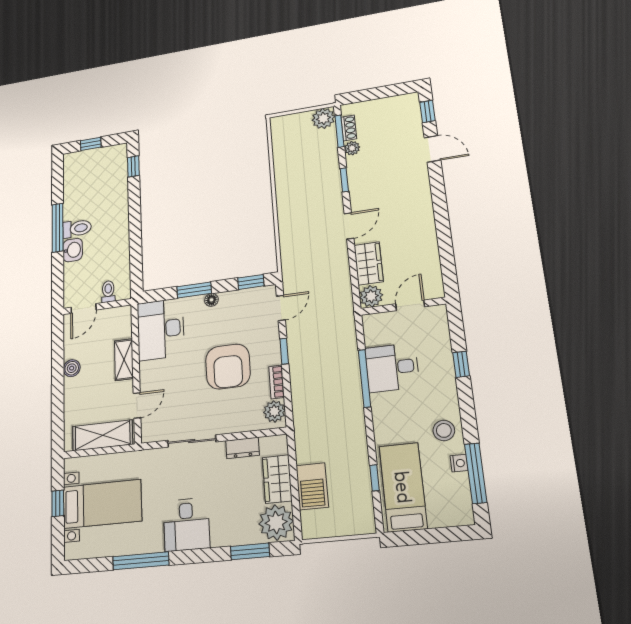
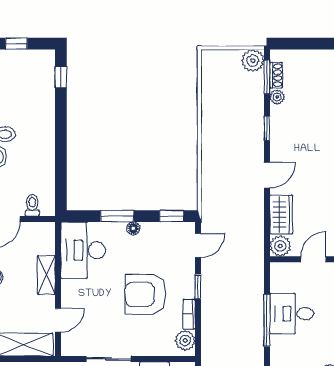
armchair: (228, 367) -> (145, 294), turned 90

